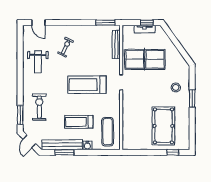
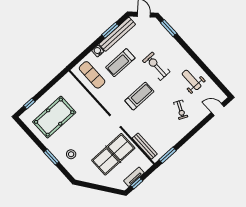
treadmill: (87, 85) -> (139, 96), width x0.73, depth x0.73
exercise bike: (39, 107) -> (156, 66), moved, turned 180
treadmill: (79, 122) -> (120, 63), turned 180
pool table: (163, 126) -> (54, 117), turned 90

